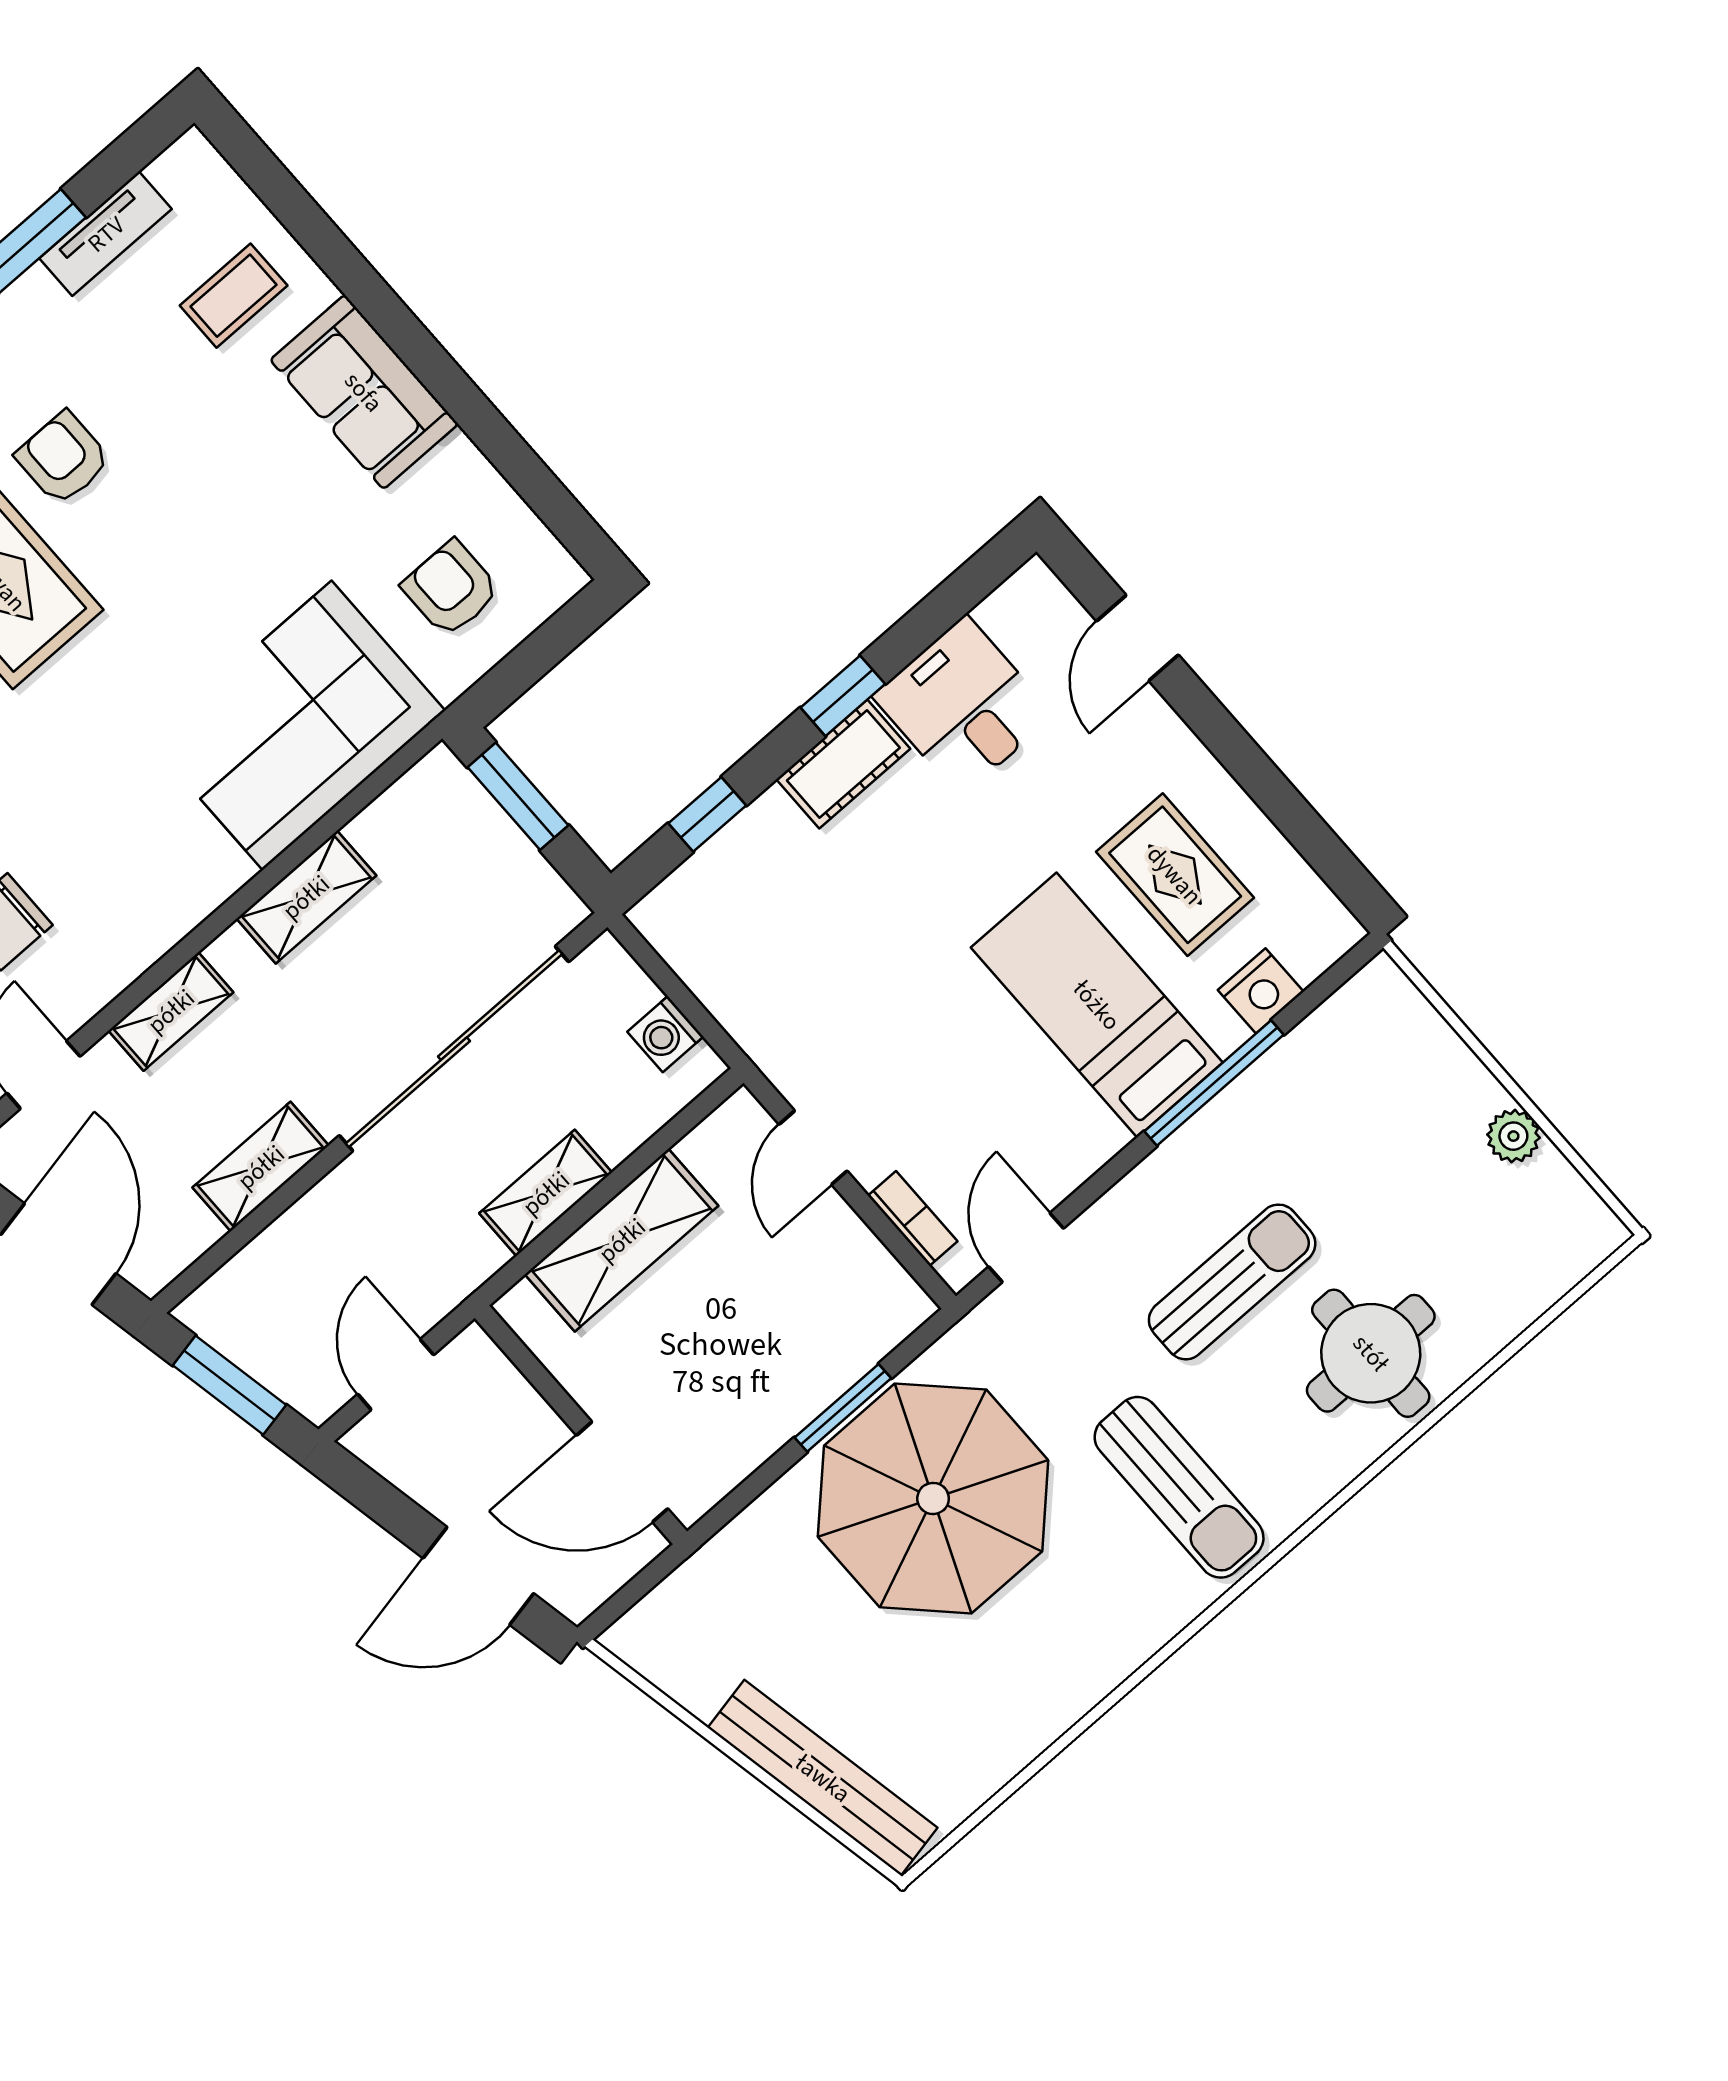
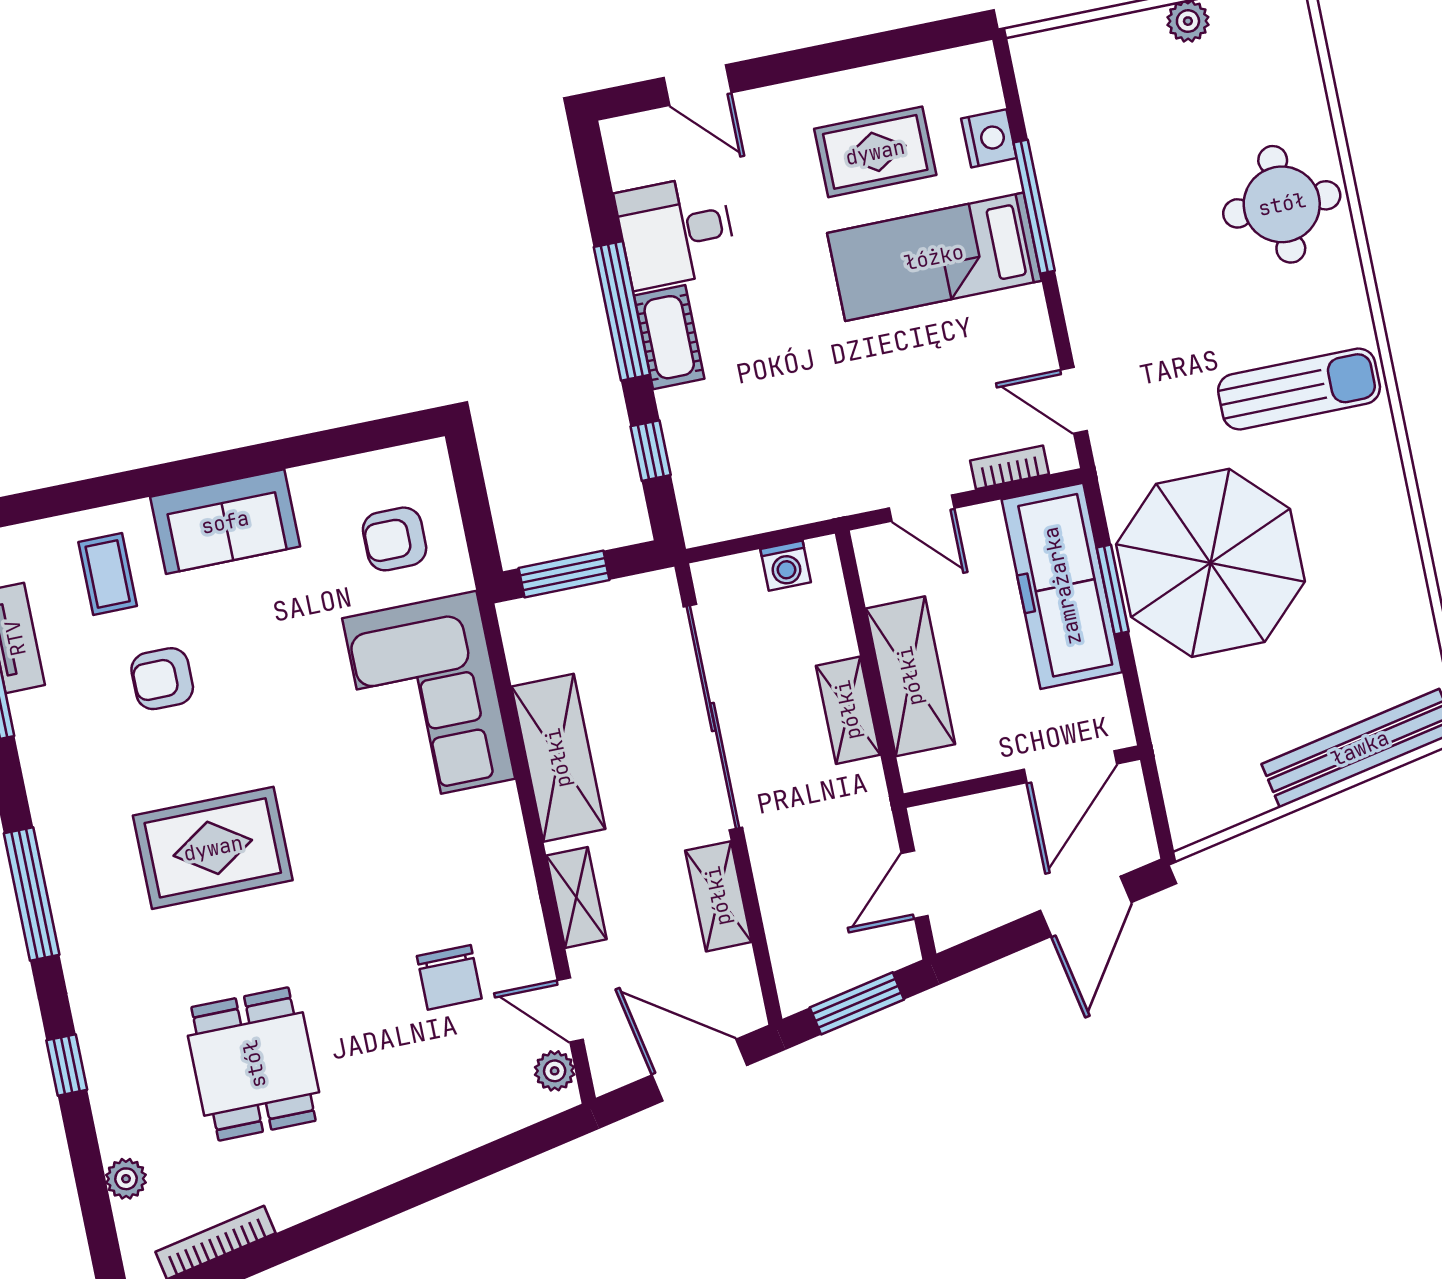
armchair: (63, 458) -> (162, 679), moved
window: (843, 696) -> (622, 311), width x2.17
shelving: (306, 897) -> (558, 758), width x1.50, depth x1.33
sun lounger: (1232, 1282) -> (1178, 272), removed
freezer: (815, 1350) -> (1062, 586), added
door: (396, 1375) -> (915, 885), hinge flipped

